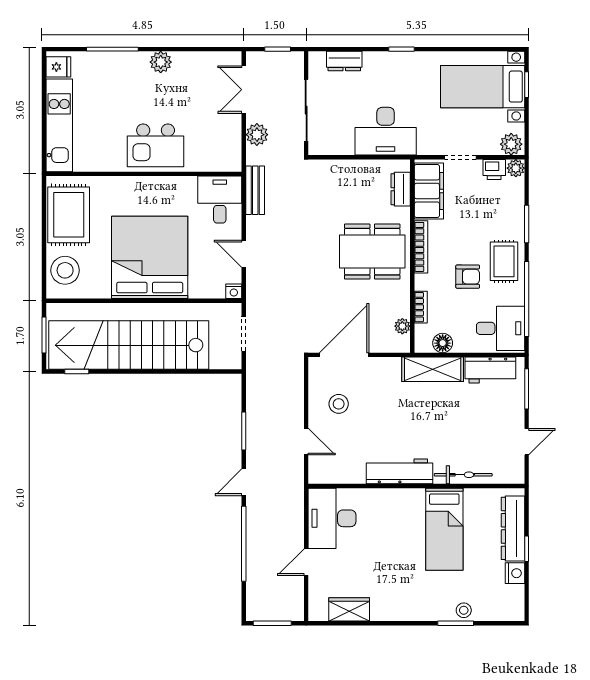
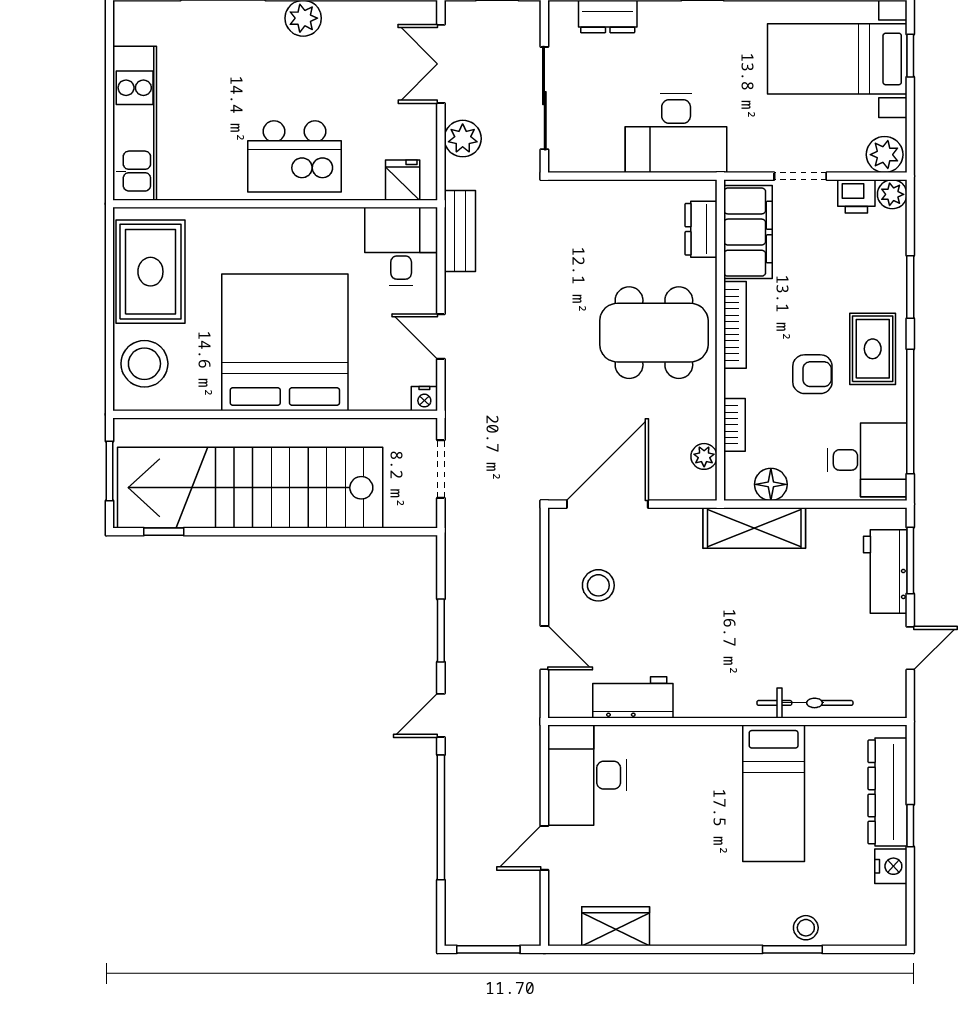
fridge: (58, 67) -> (403, 180), moved, turned -90
workbench: (490, 370) -> (885, 571), moved, turned 90
workbench: (400, 471) -> (633, 697), moved, width x0.73

